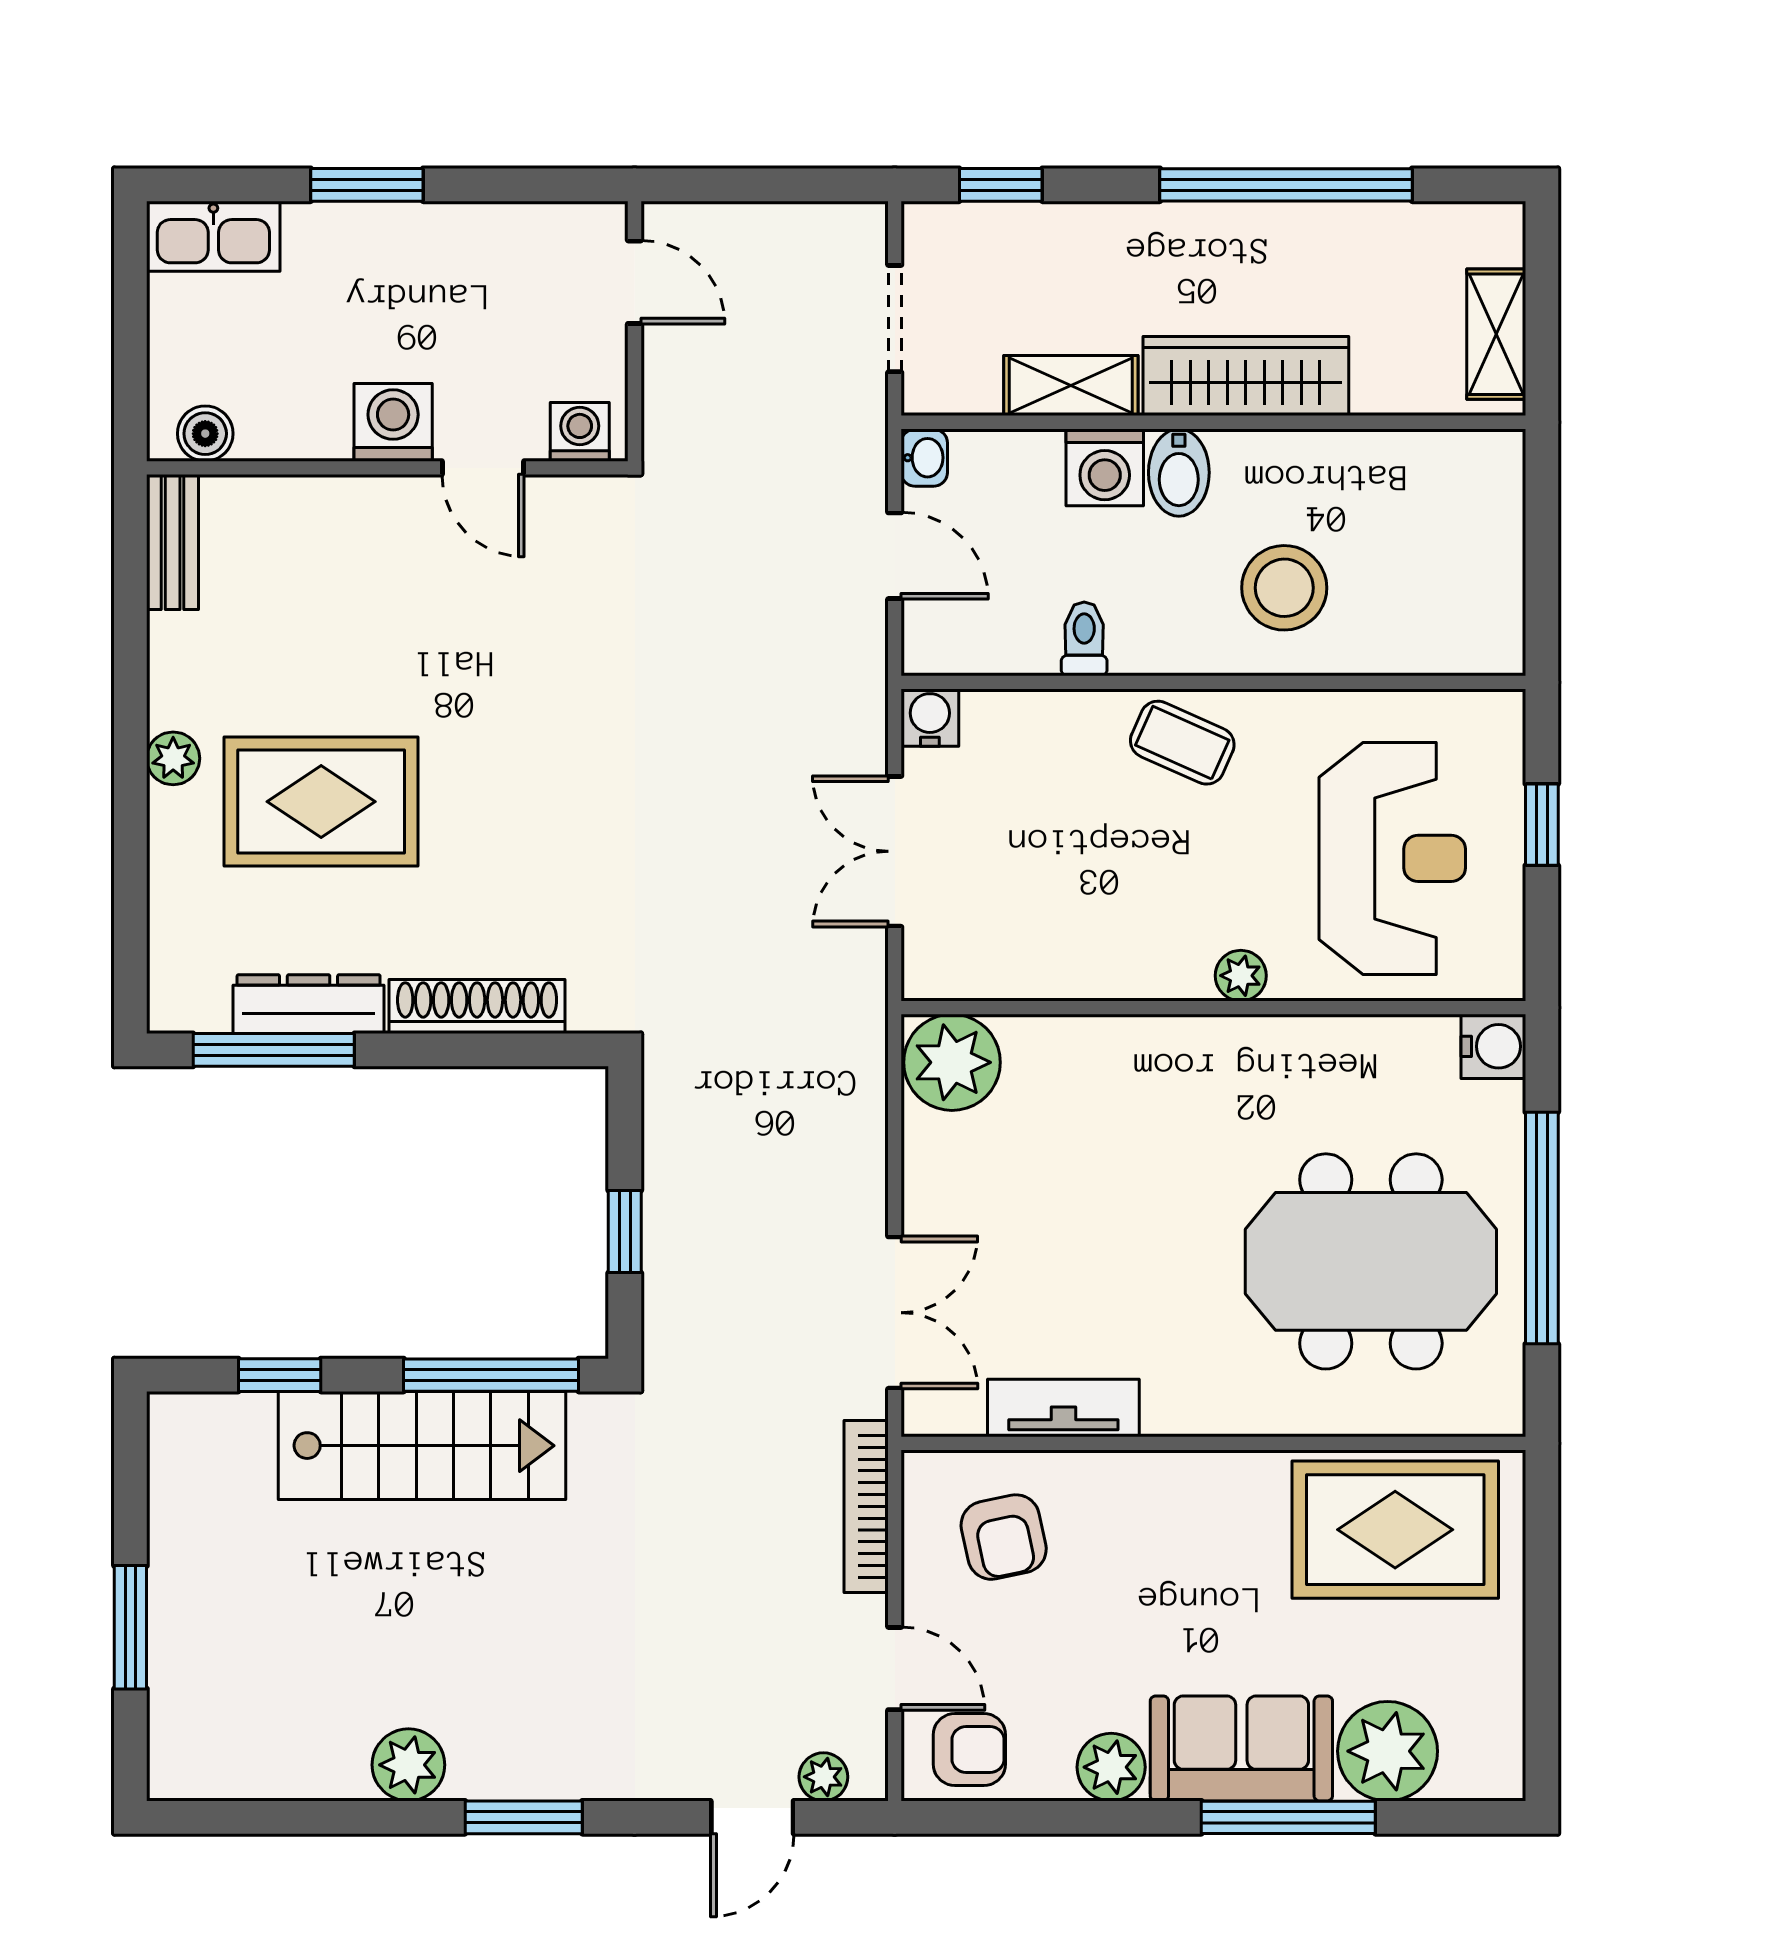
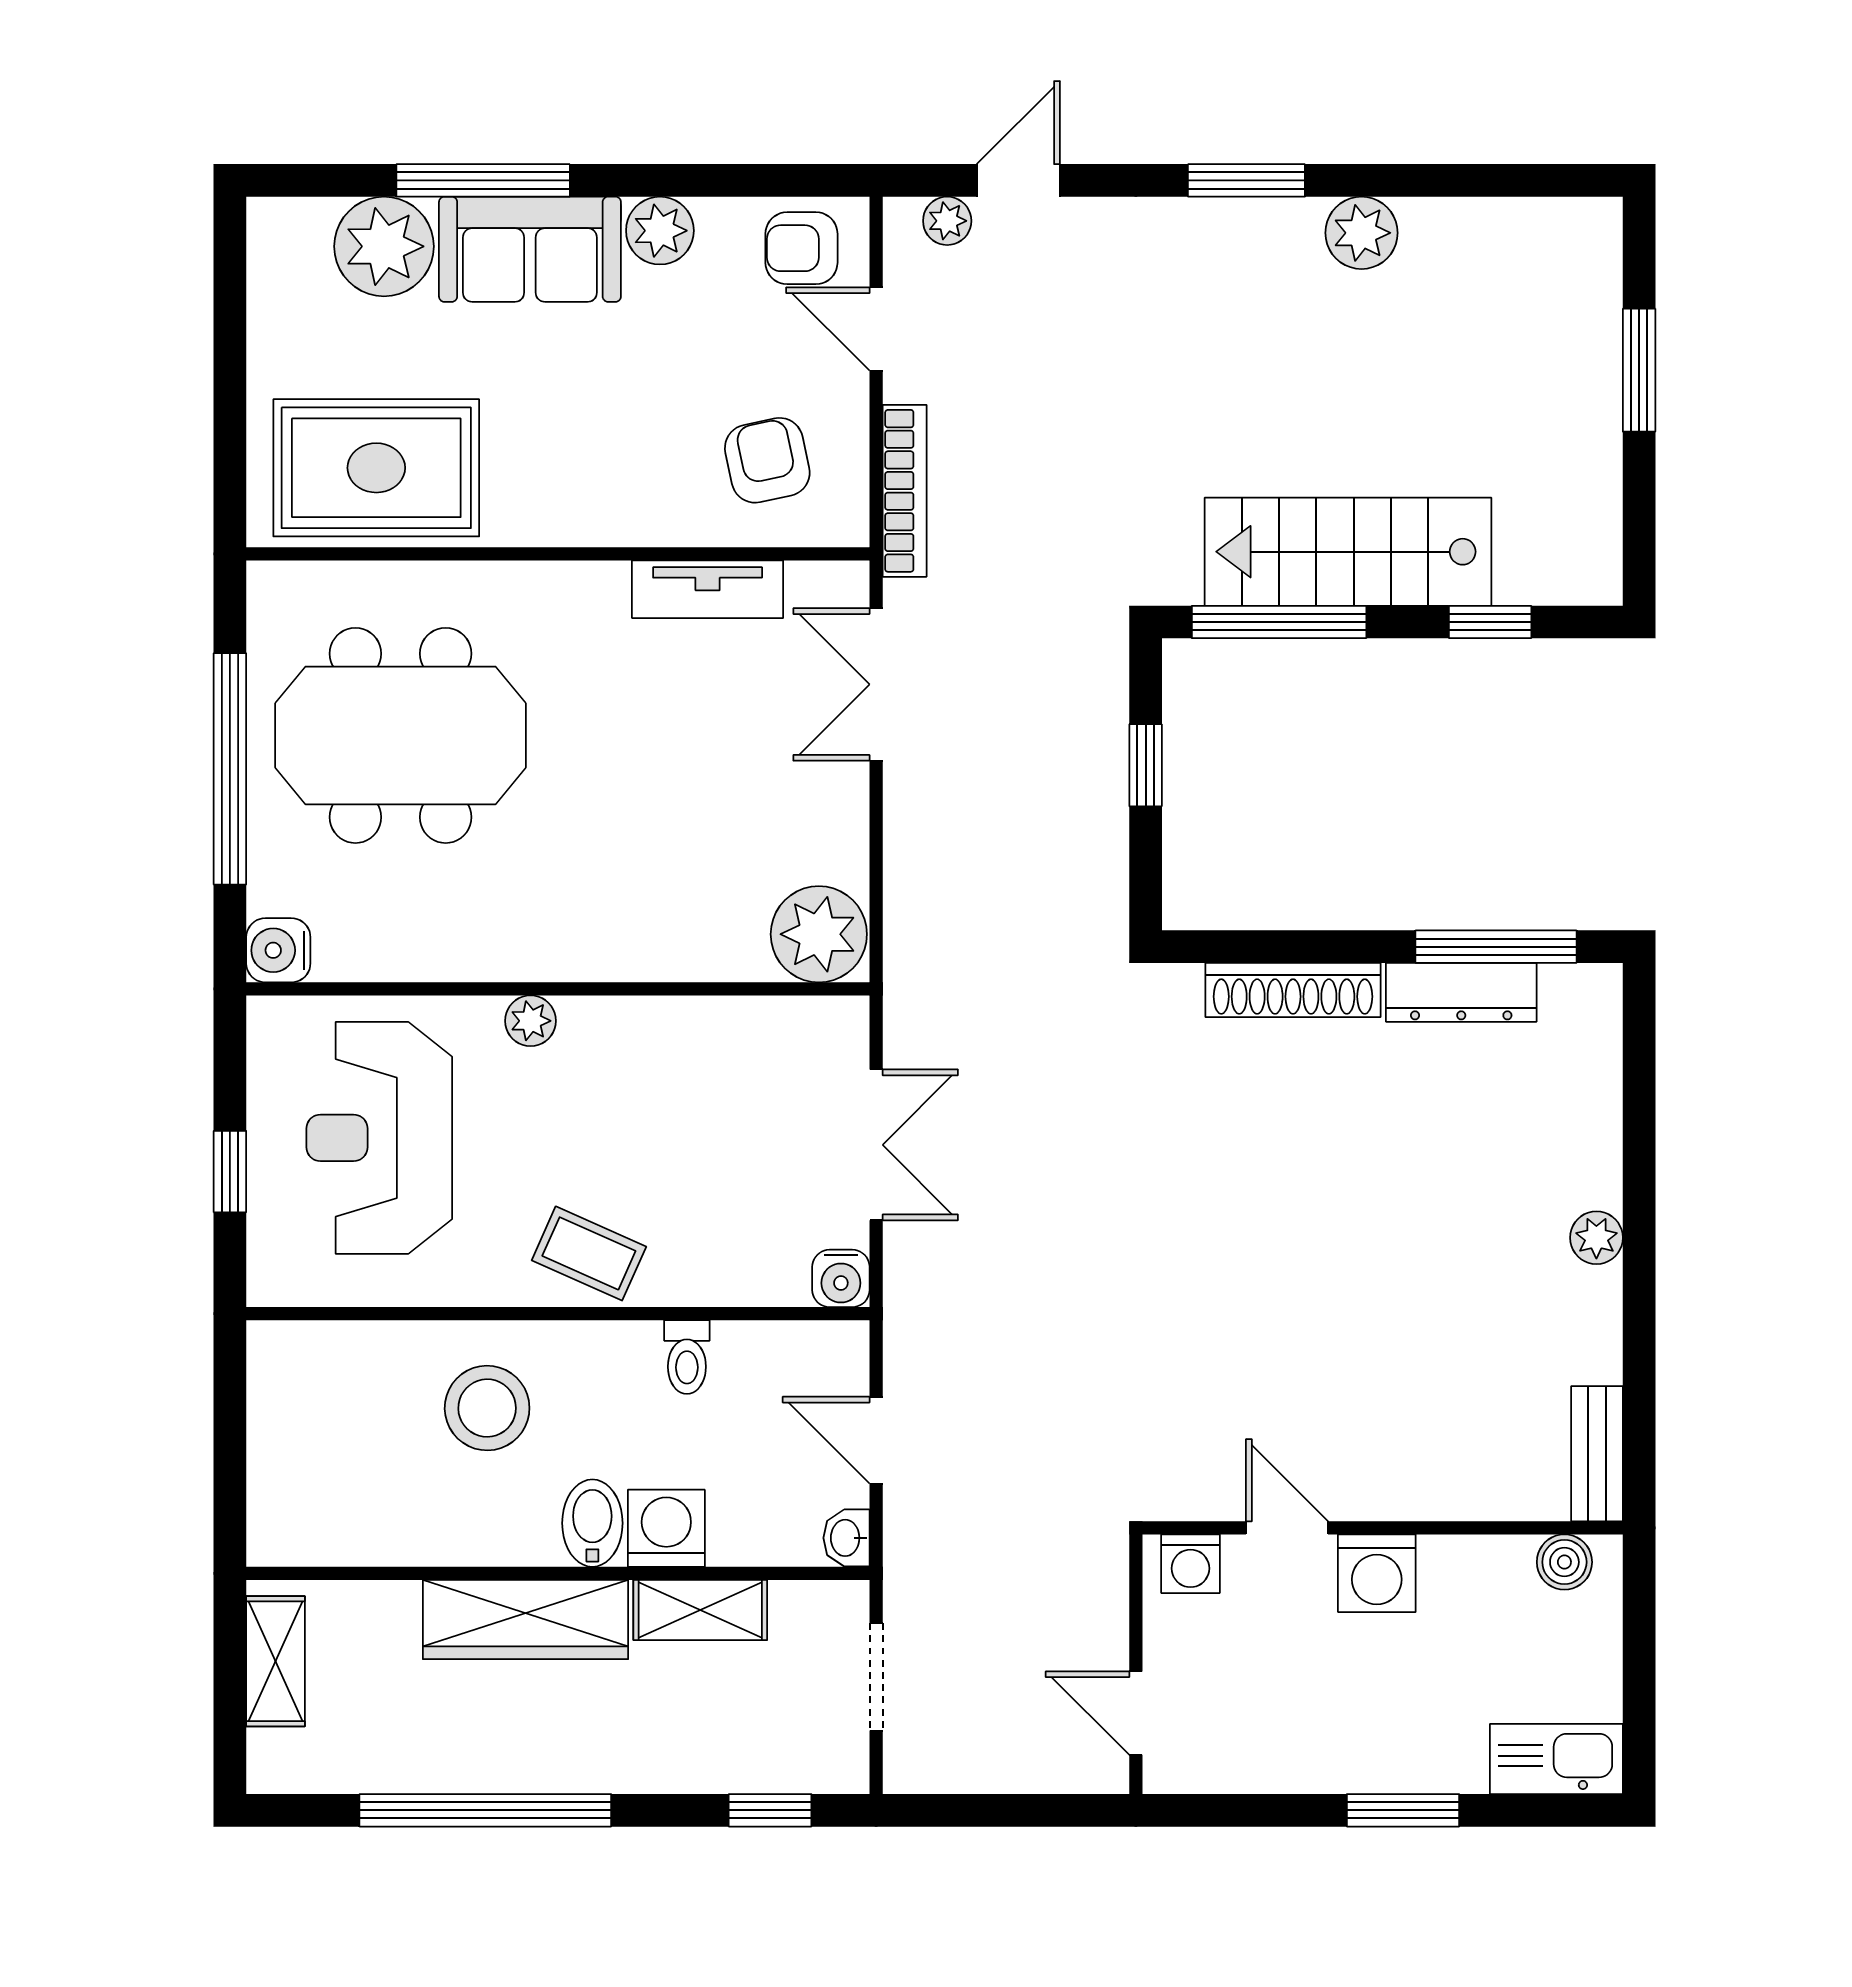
rug: (321, 802) -> (1449, 1195), removed

